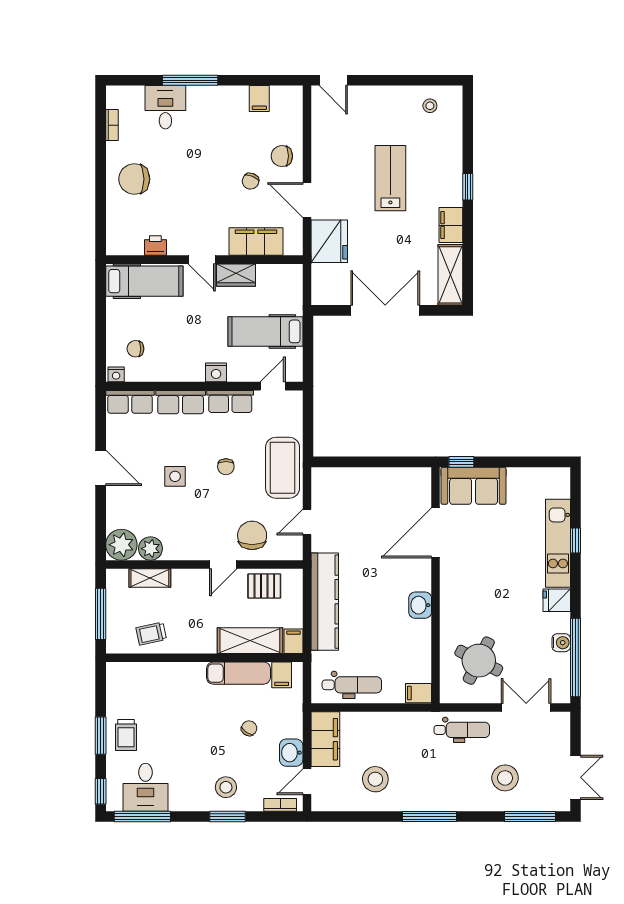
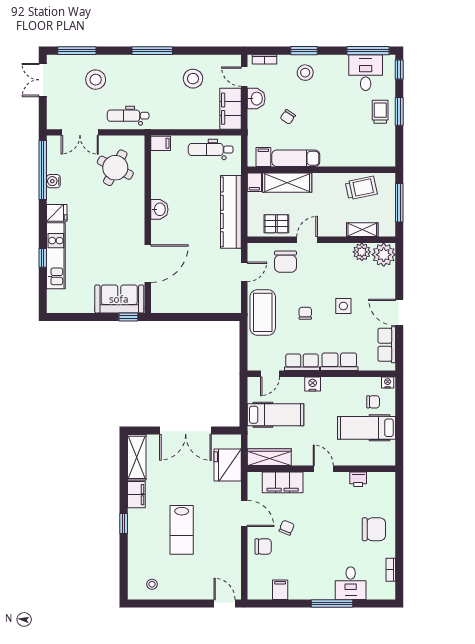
fridge: (329, 241) -> (228, 465), moved
wardrobe: (236, 275) -> (269, 457), moved, width x1.50
hospital bed: (144, 281) -> (366, 428), moved
row of seats: (130, 402) -> (387, 345), moved, turned -90
trolley: (151, 634) -> (361, 188), width x1.36, depth x1.39
door: (307, 782) -> (244, 77), swing flipped

